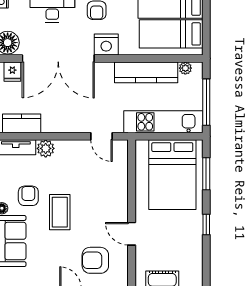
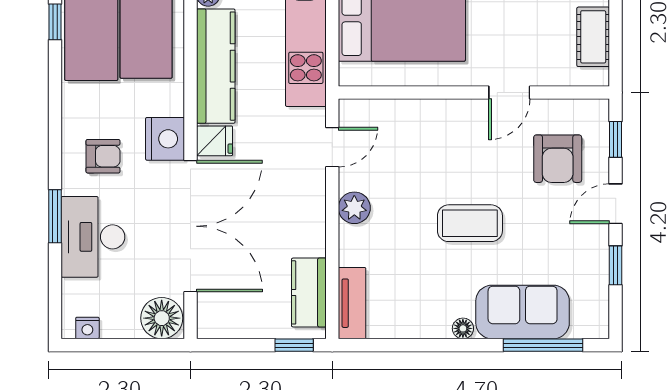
fridge: (12, 72) -> (215, 141), moved
plant: (46, 148) -> (354, 208), moved
armchair: (28, 196) -> (440, 280), removed

